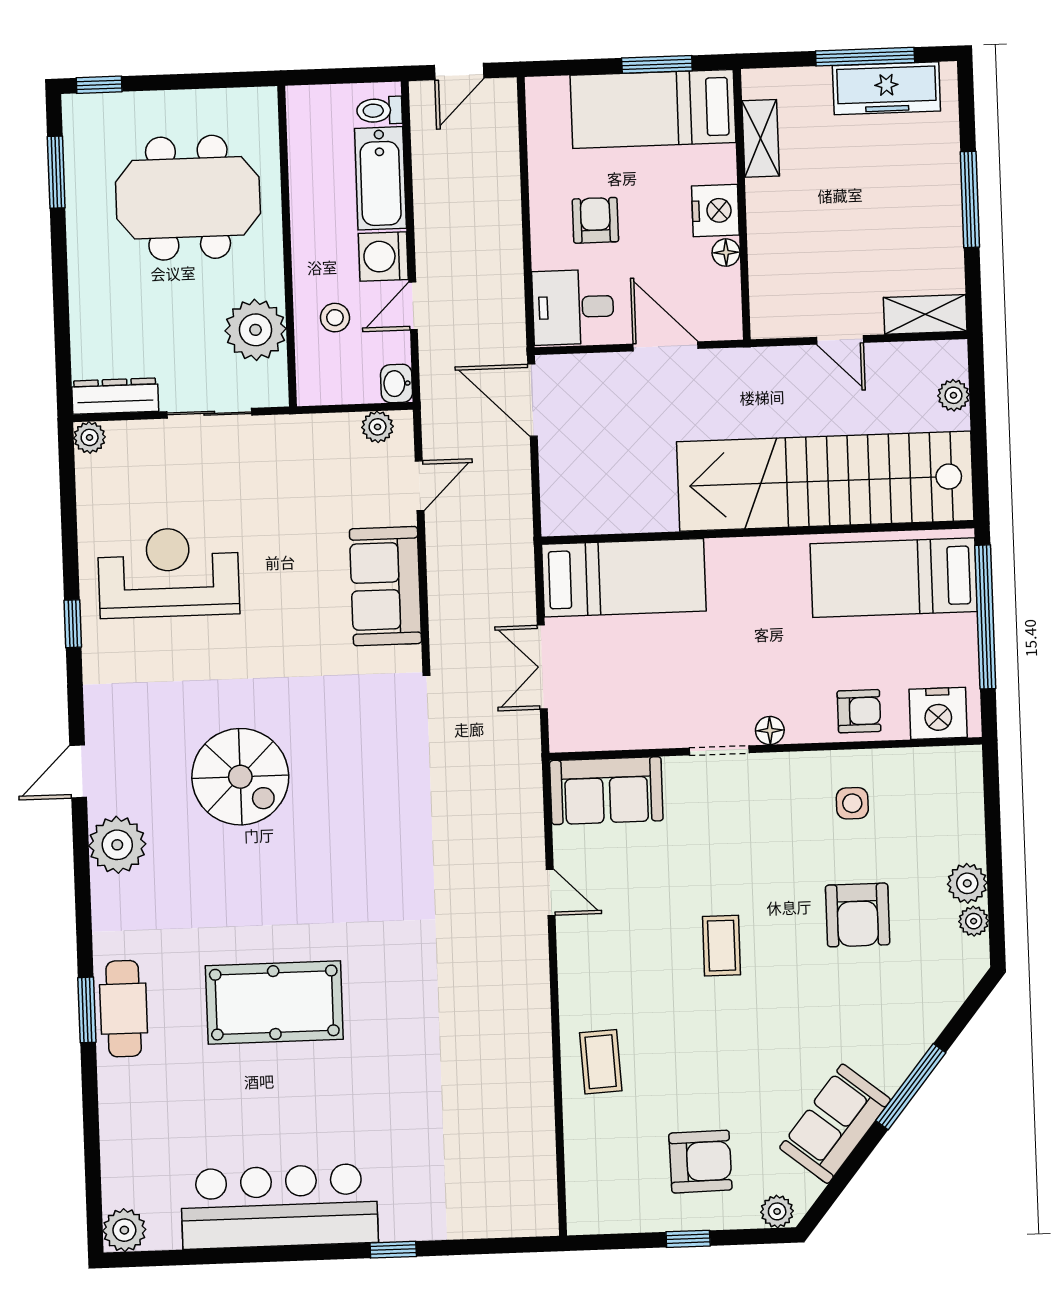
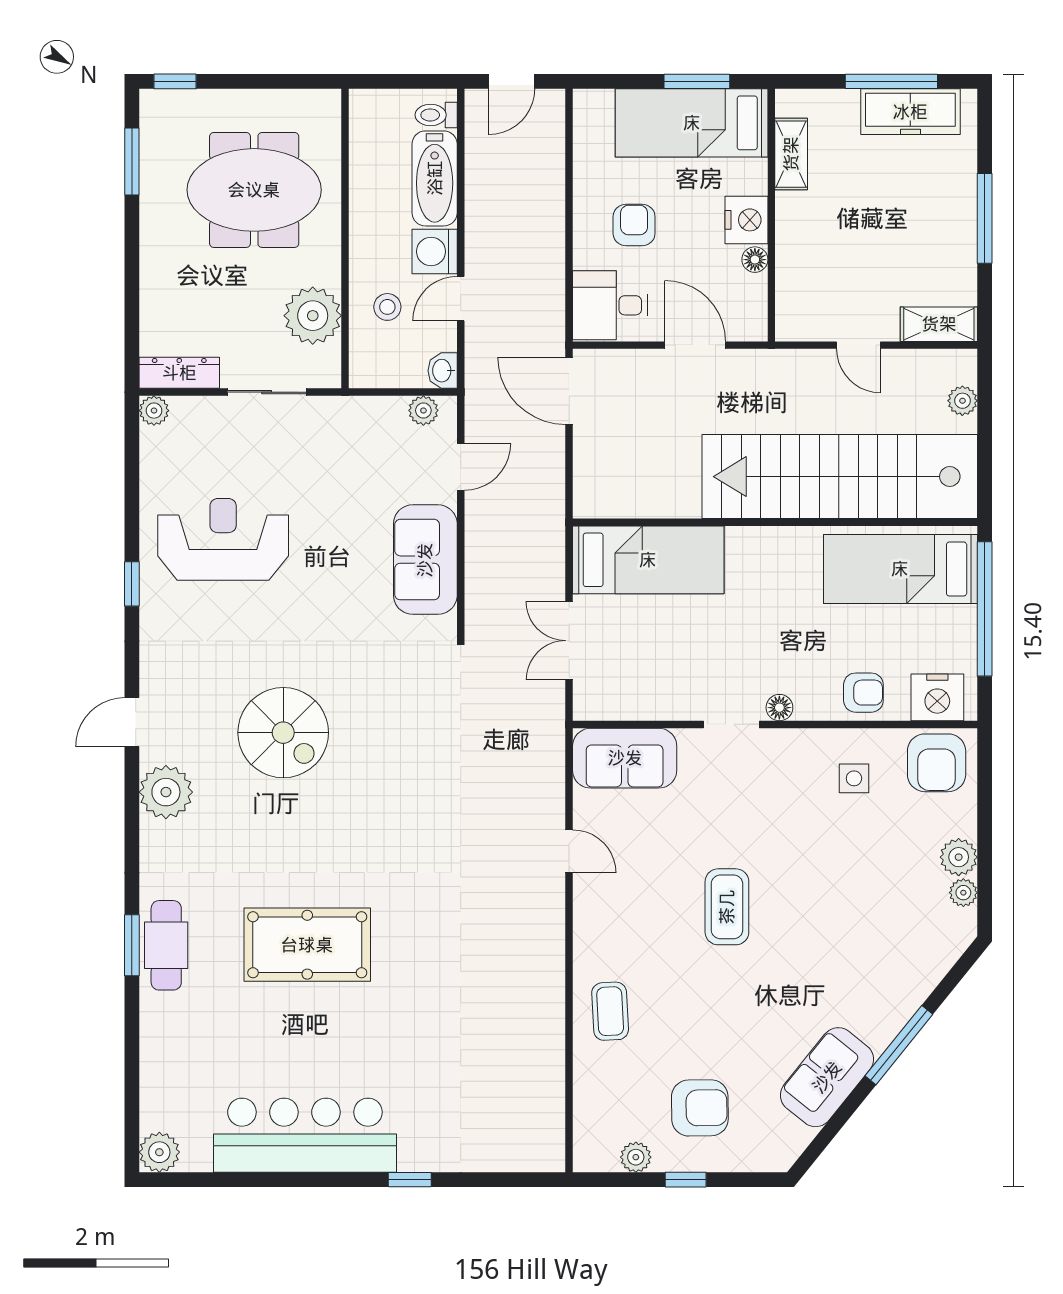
armchair: (858, 915) -> (937, 763), moved
coffee table: (722, 946) -> (727, 907), width x1.36, depth x1.30
plant: (777, 1211) -> (636, 1157), moved

